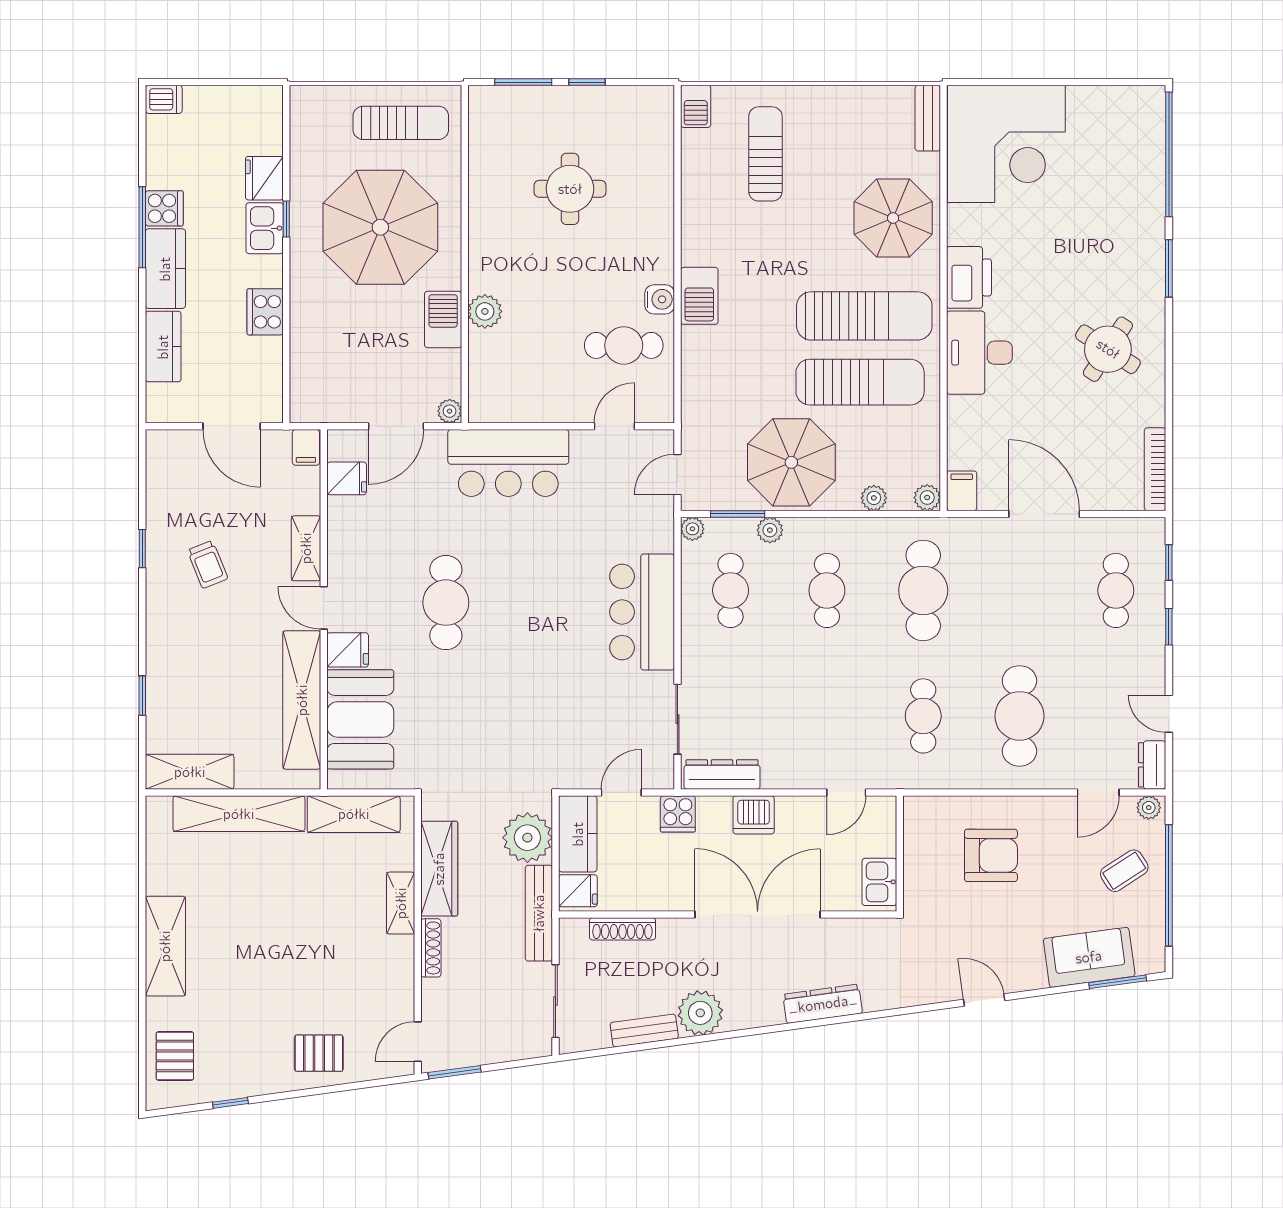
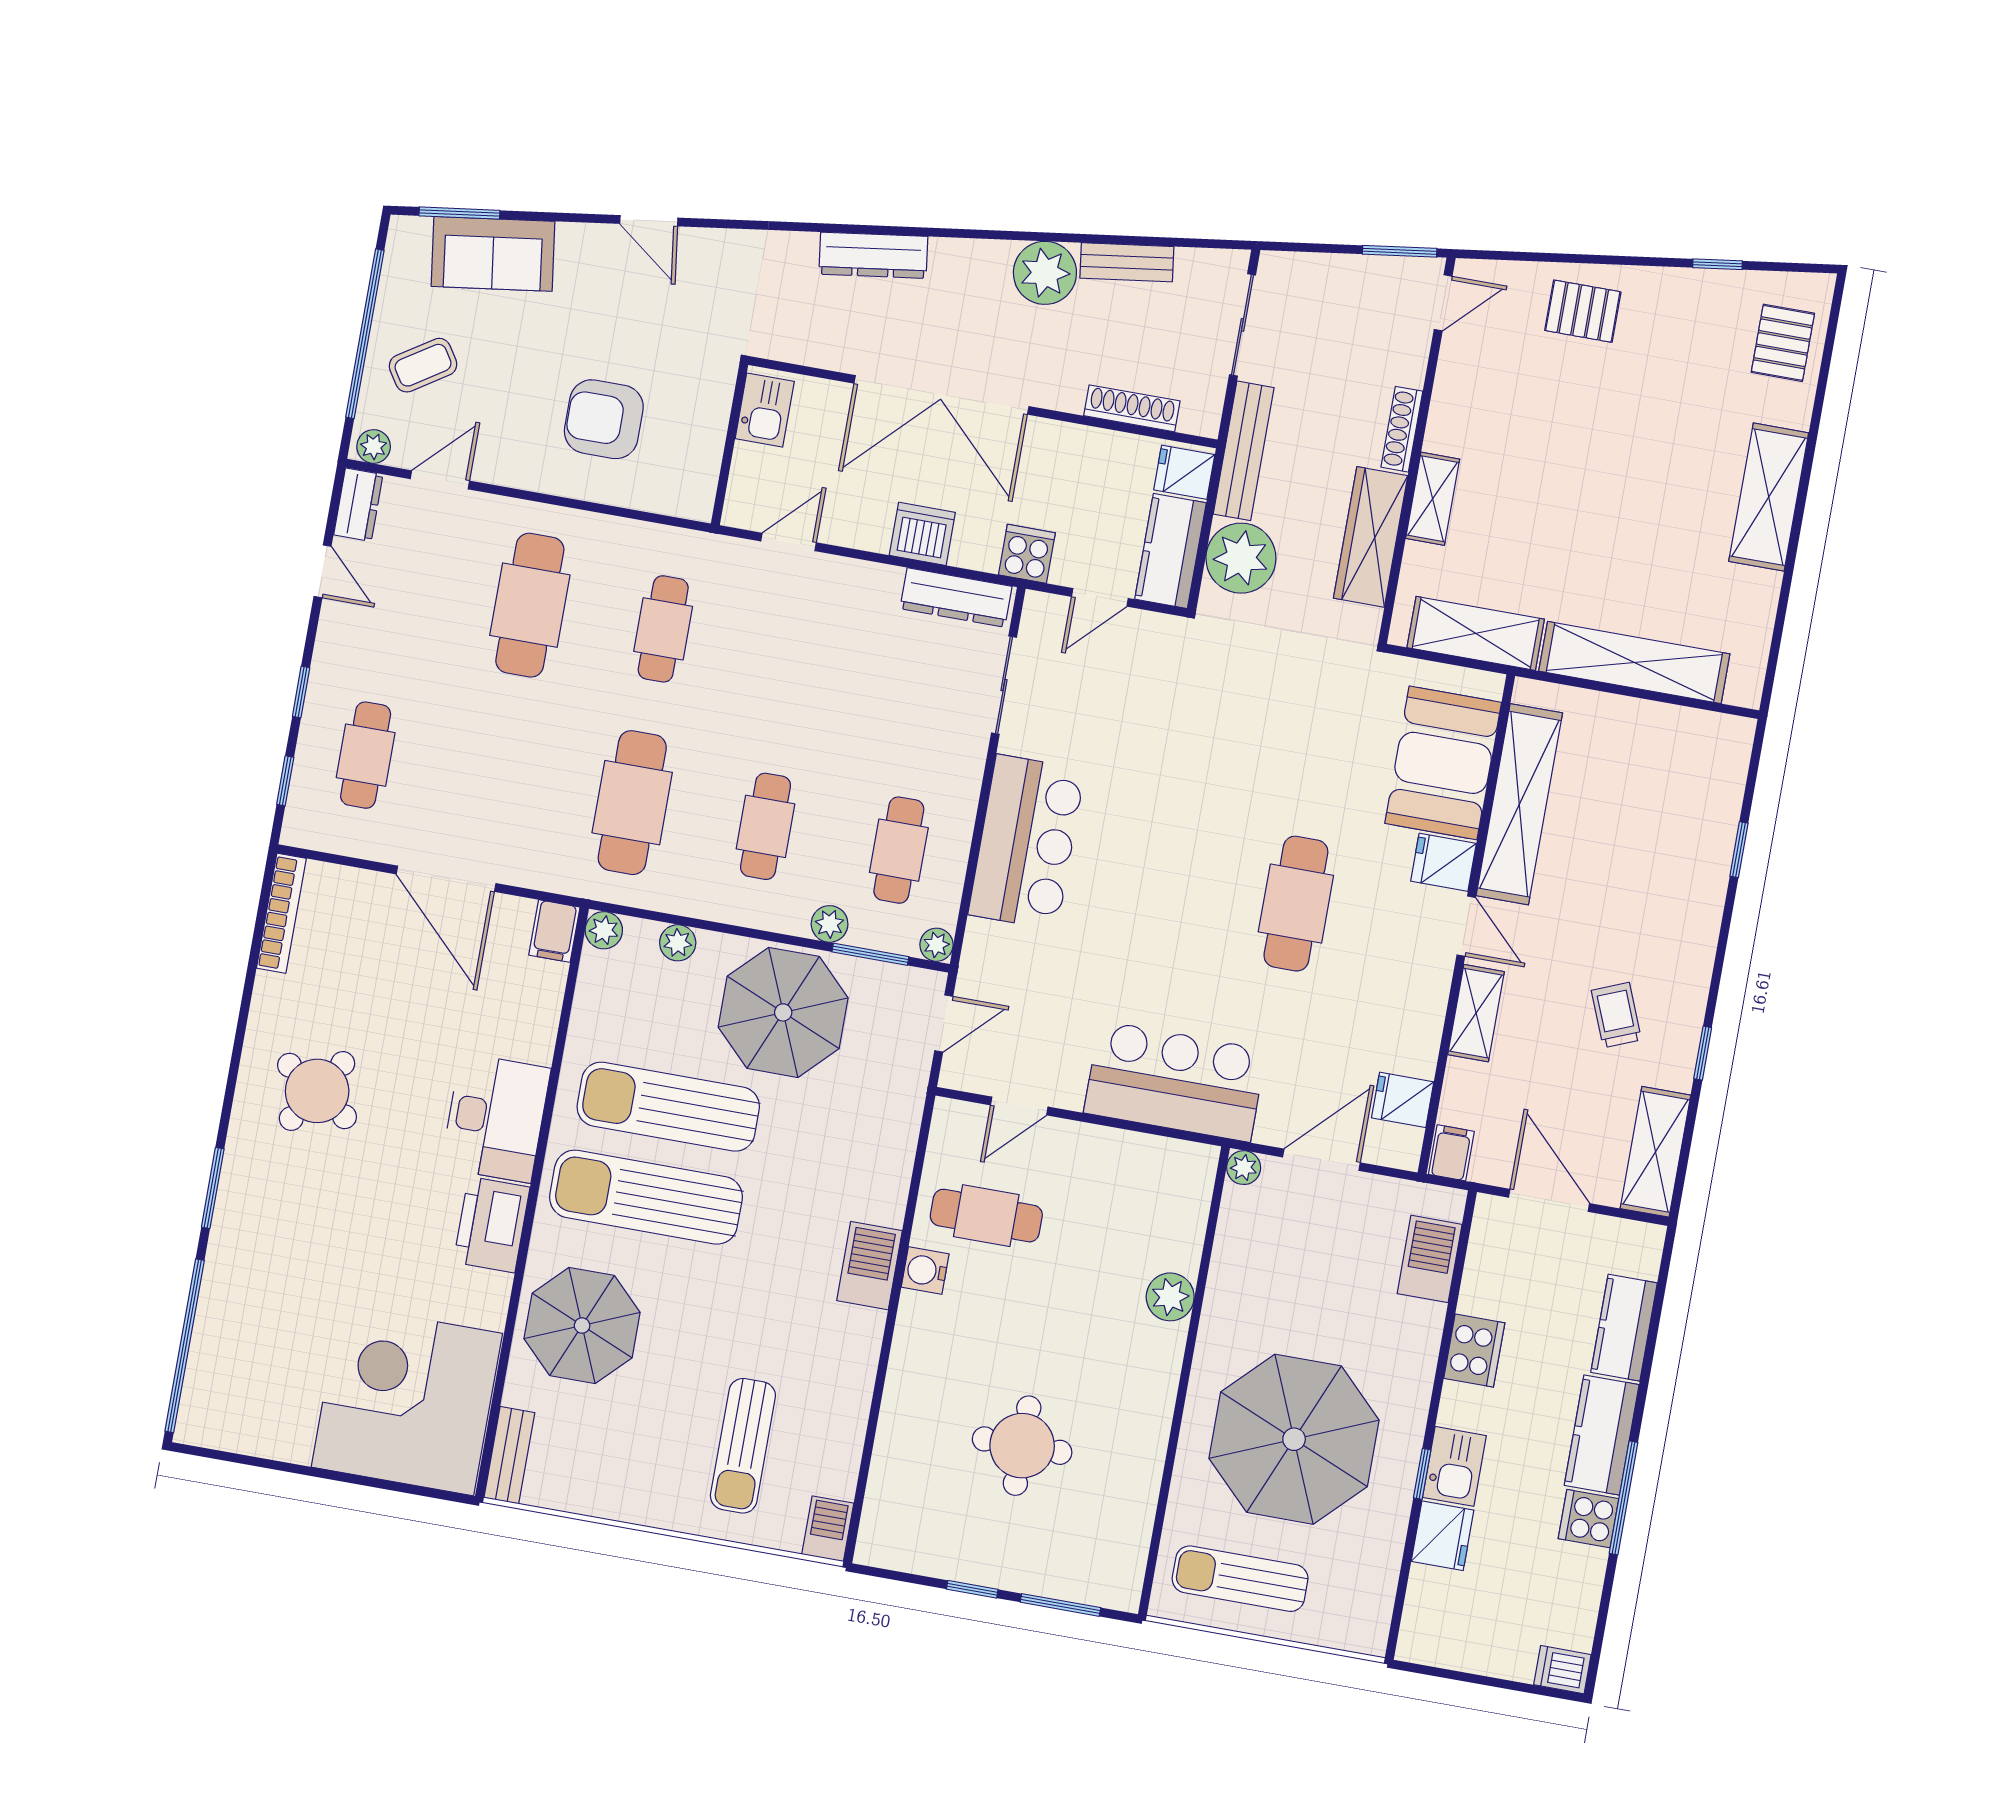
barbecue: (443, 319) -> (1430, 1259), moved, turned 180
shelving: (190, 772) -> (1655, 1152), moved, turned 90

